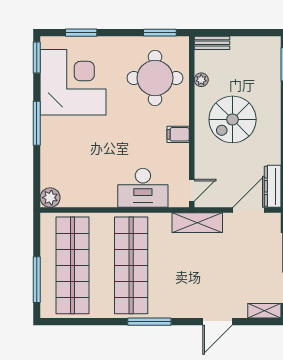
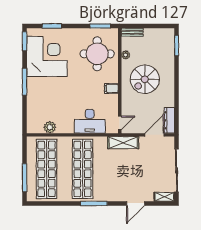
plant: (50, 198) -> (50, 127), moved

